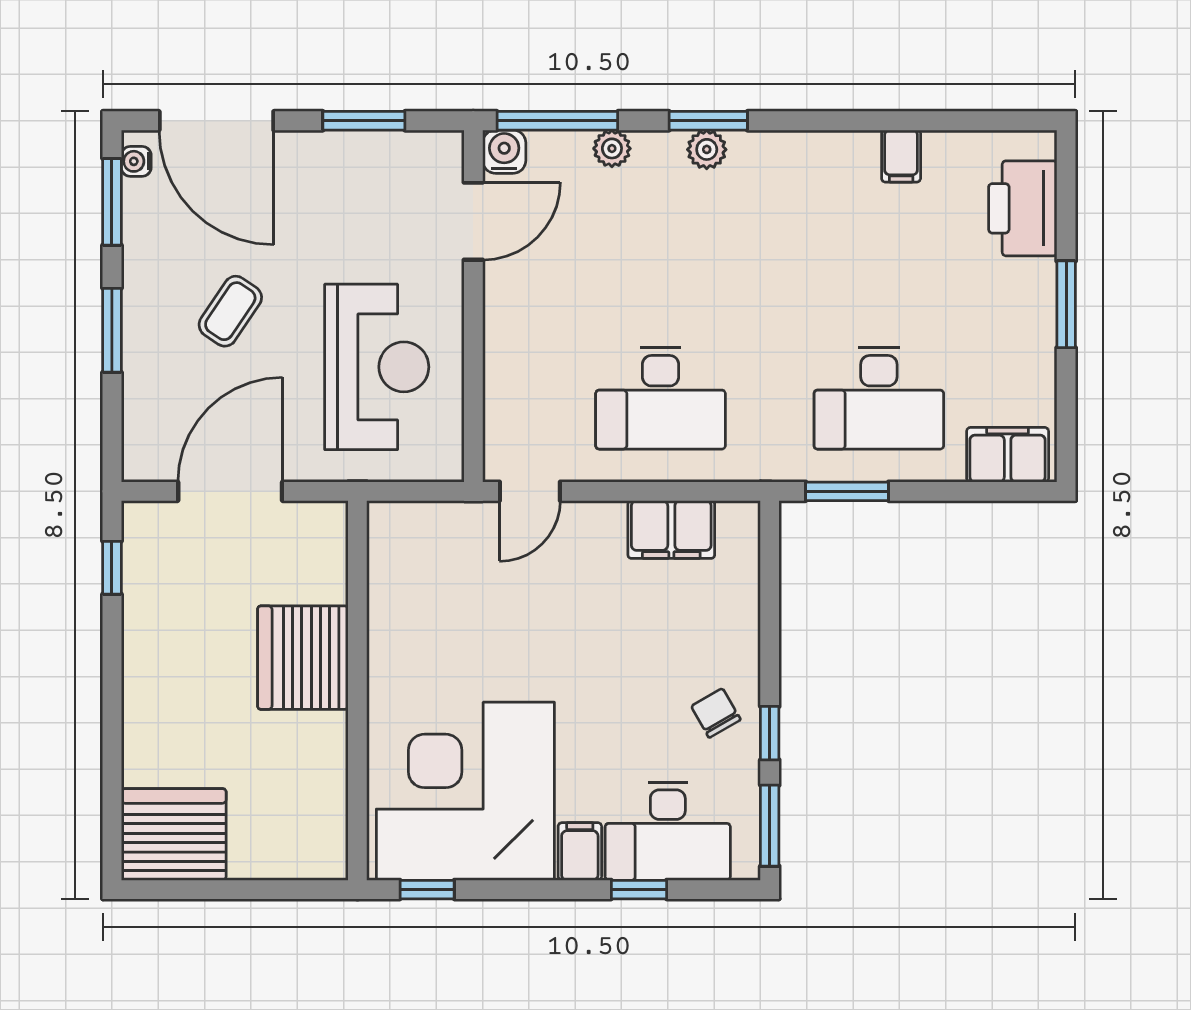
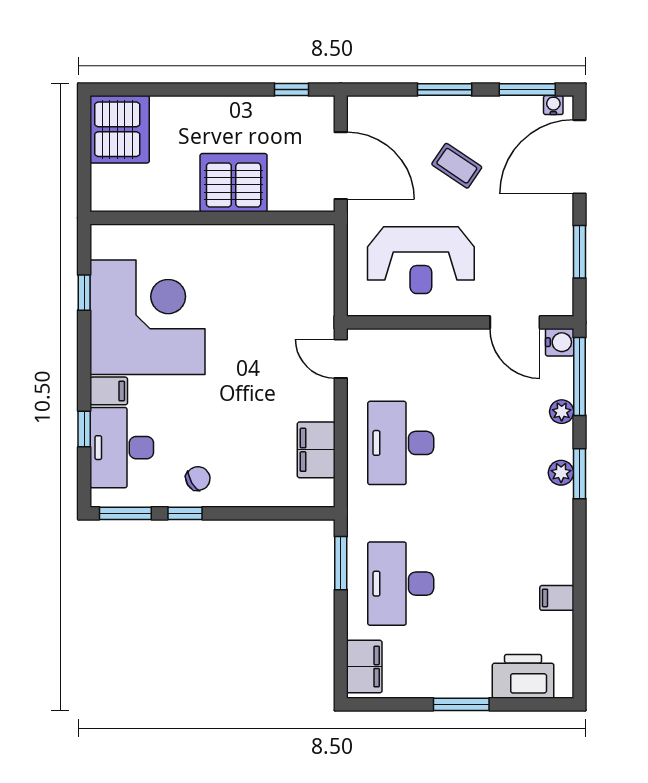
server rack: (303, 658) -> (234, 183), moved
wall: (357, 690) -> (212, 218), moved

